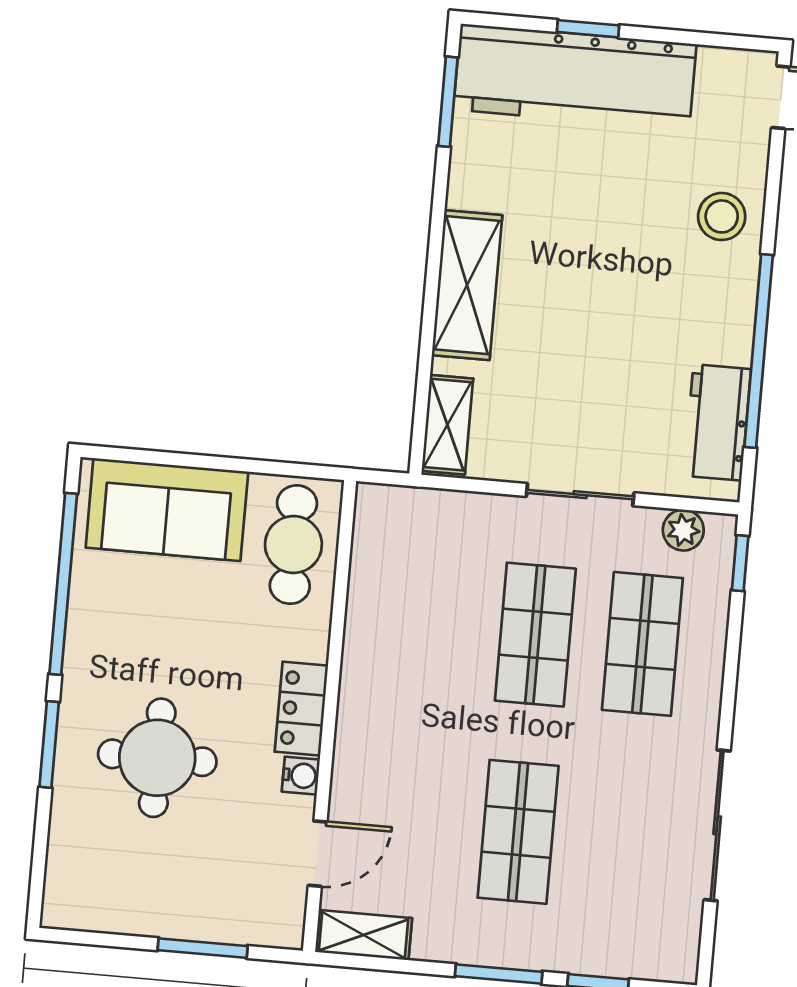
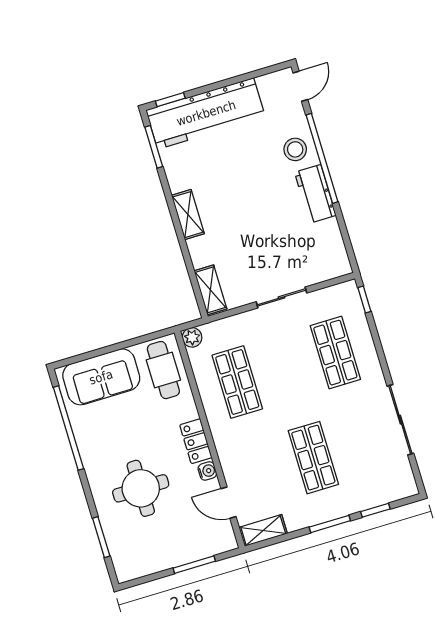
window: (588, 29) -> (170, 100), moved
shelving: (467, 285) -> (188, 215), width x0.67, depth x0.75
window: (759, 351) -> (322, 158), moved
workbench: (717, 422) -> (315, 194), moved
plant: (683, 530) -> (192, 337), moved
shop shelf: (535, 635) -> (237, 382), moved
window: (49, 744) -> (101, 537), moved
door: (318, 854) -> (229, 503), swing flipped

